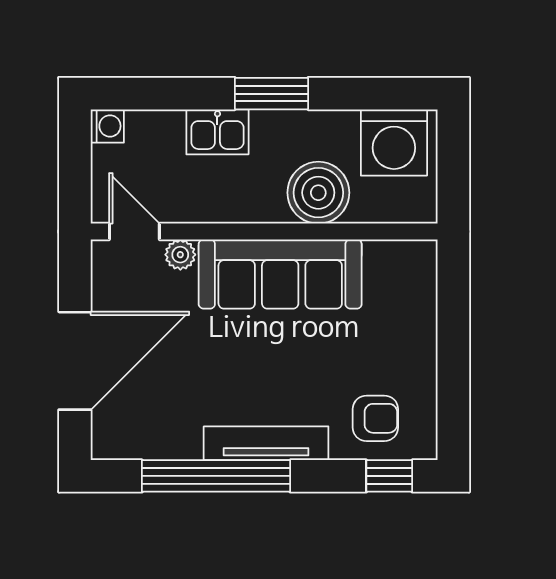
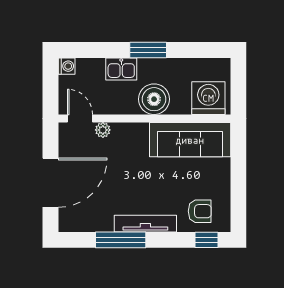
washing machine: (394, 142) -> (208, 98), moved, turned 180
boiler: (318, 193) -> (154, 99), moved
sofa: (280, 274) -> (190, 140), moved
window: (216, 476) -> (121, 240), width x0.68

